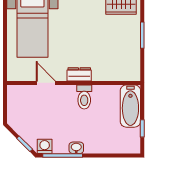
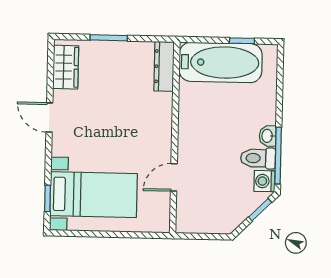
dresser: (79, 74) -> (164, 66), moved, width x1.44
toilet: (84, 97) -> (258, 158), moved, turned 180
bathtub: (130, 106) -> (221, 62), width x1.36, depth x1.36

